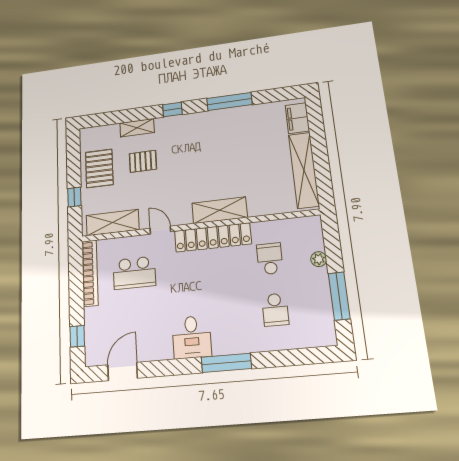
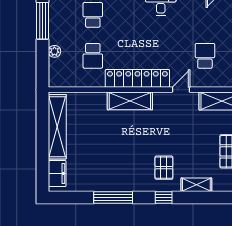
pallet: (143, 161) -> (164, 168), moved, turned 90
door: (160, 230) -> (181, 90), swing flipped
school desk: (134, 273) -> (205, 56), width x0.54

